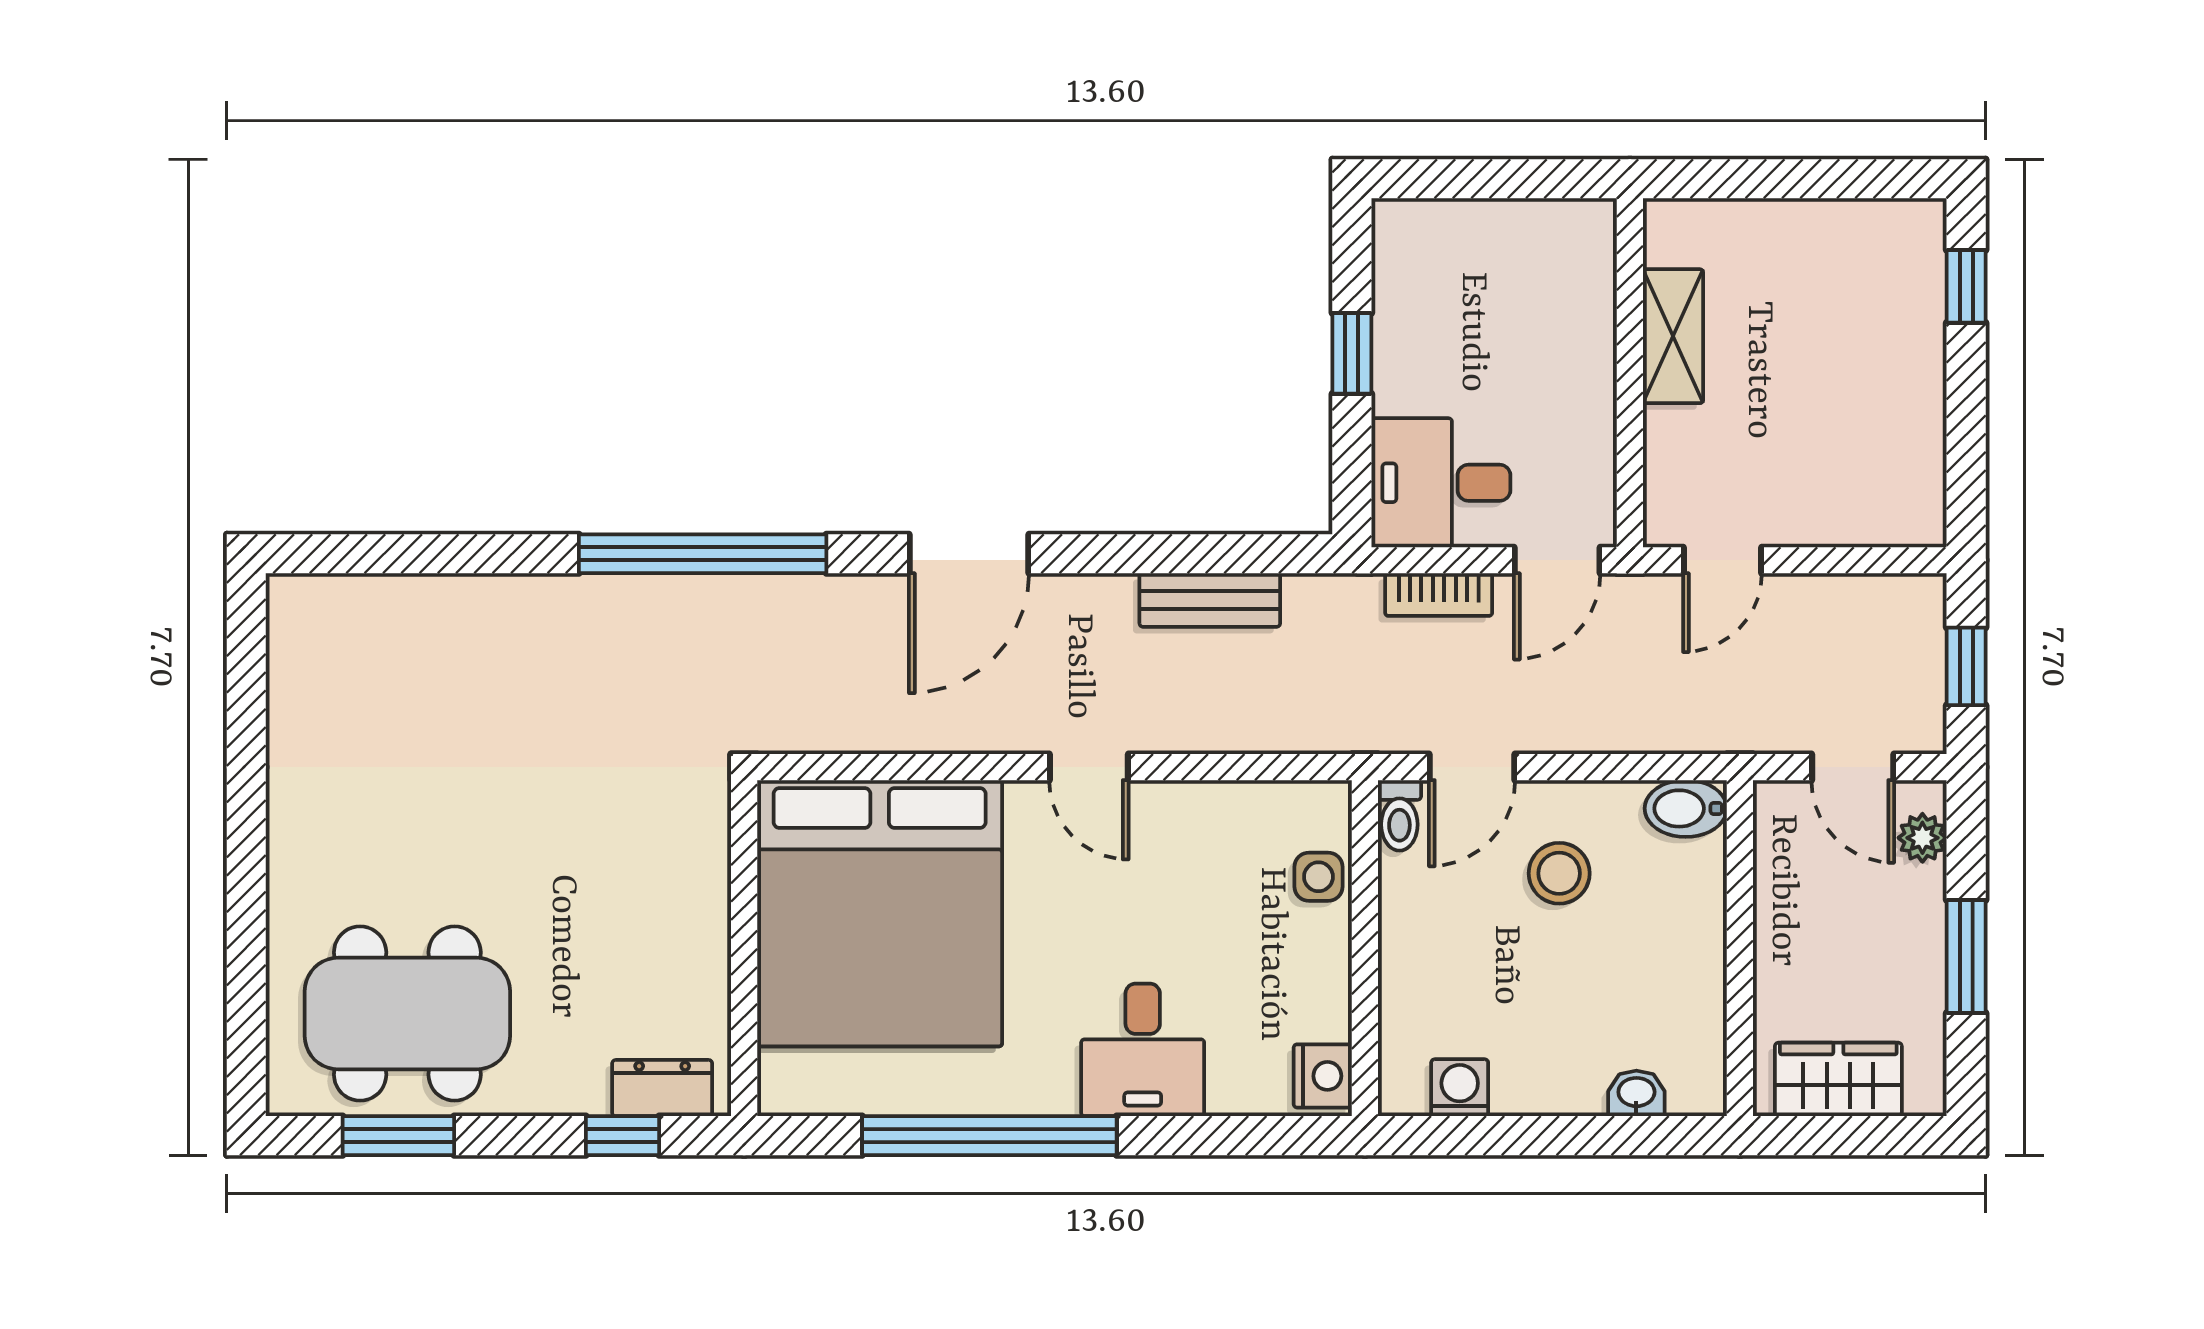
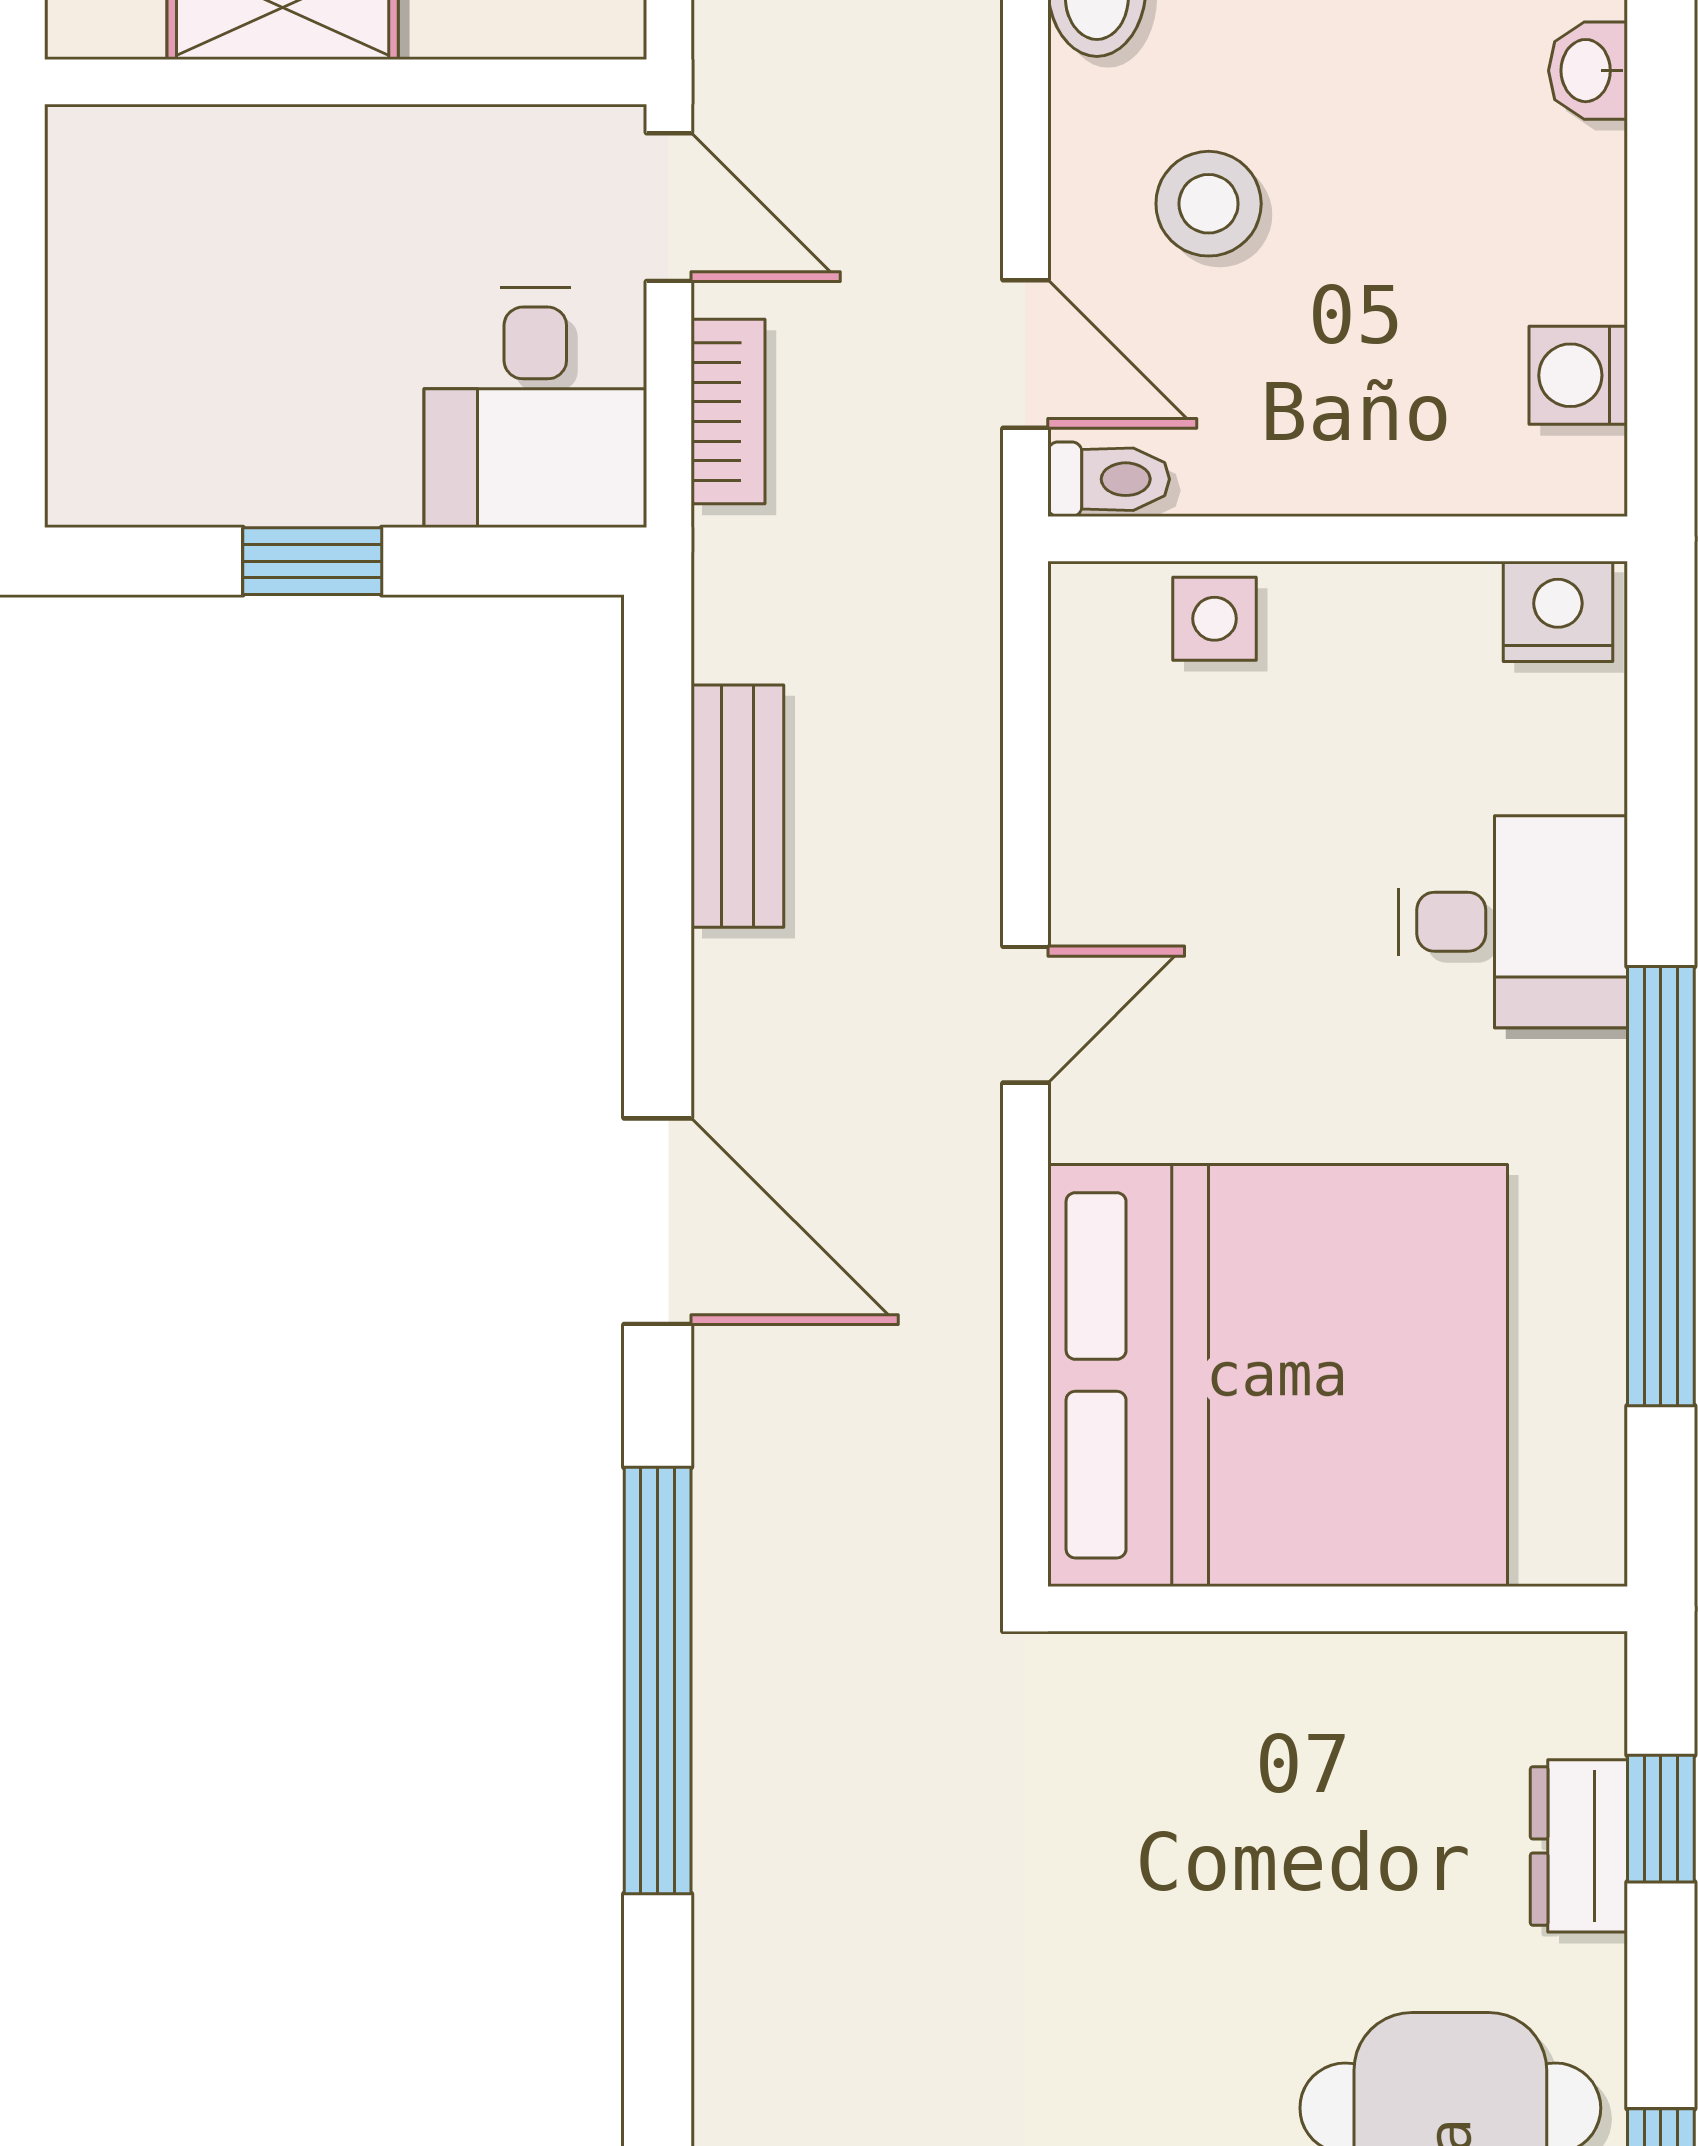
dresser: (662, 1088) -> (1579, 1846), moved

